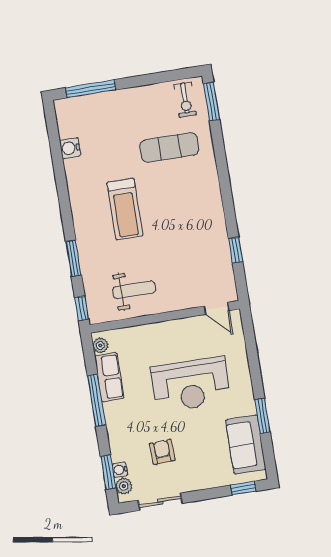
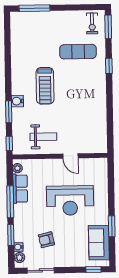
water cooler: (70, 148) -> (17, 101), moved
window: (236, 250) -> (109, 66), moved
door: (217, 308) -> (70, 156), moved
armchair: (162, 452) -> (46, 240), turned -100
window: (108, 472) -> (11, 235), moved

